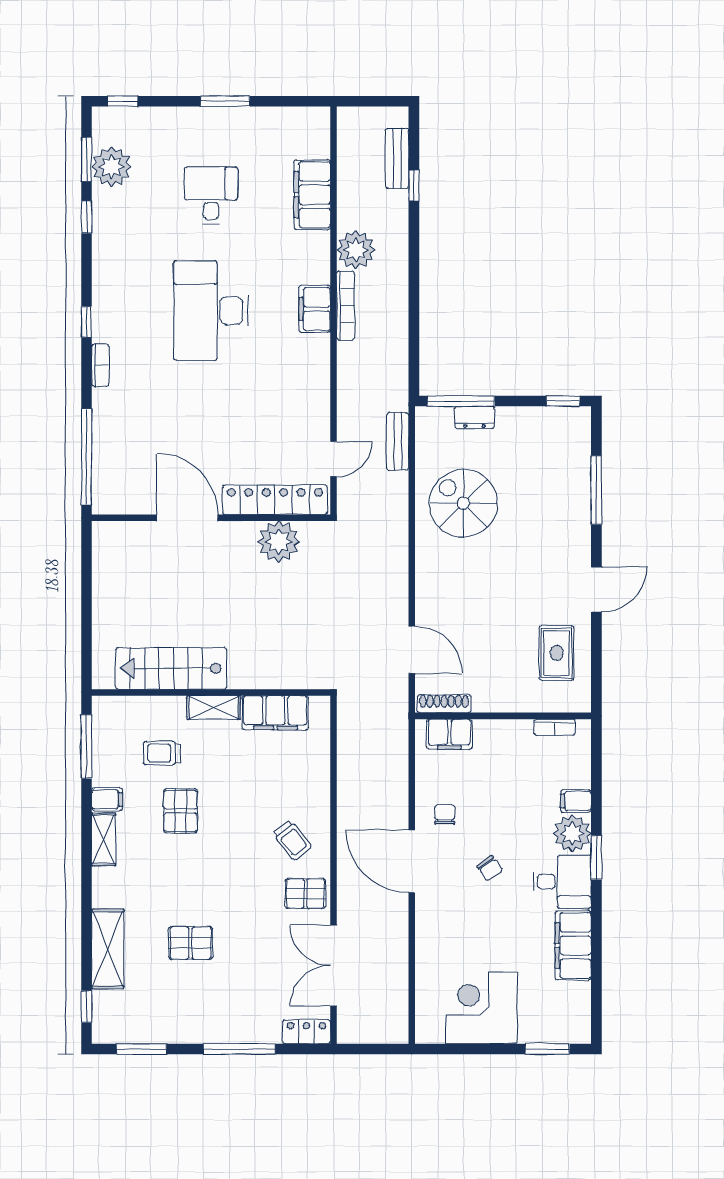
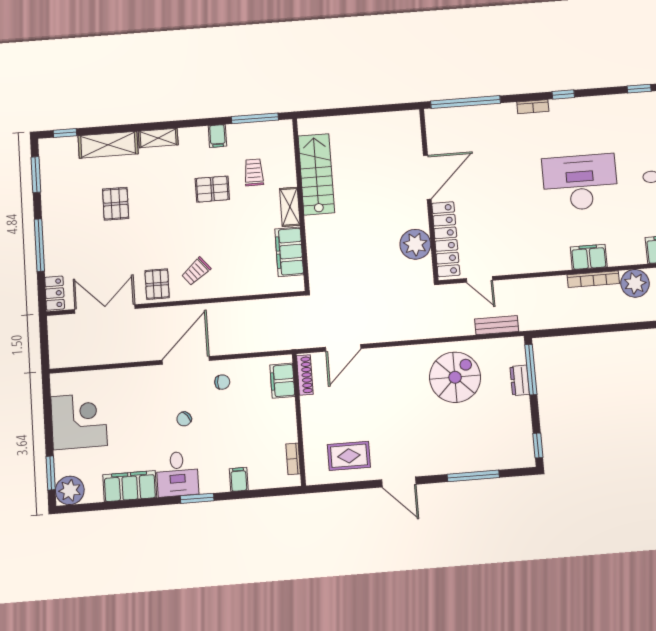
plant: (572, 833) -> (70, 490), moved
shelving: (104, 839) -> (158, 138), moved

